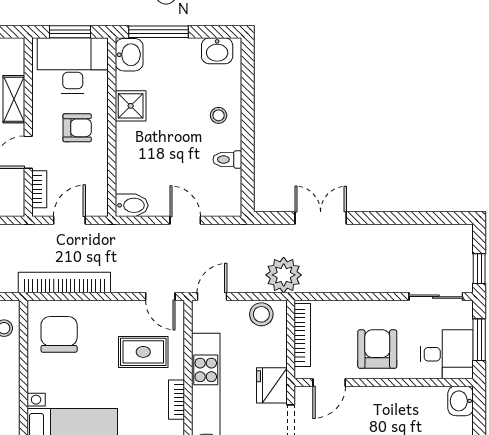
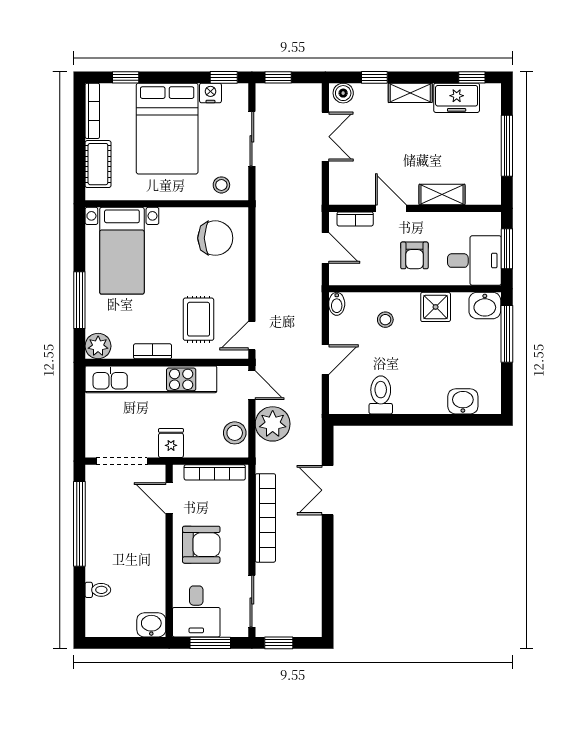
washbasin: (217, 51) -> (463, 401), moved, turned 90
desk: (73, 65) -> (474, 261), width x0.73
stool: (219, 115) -> (385, 320), moved
toilet: (227, 159) -> (381, 395), width x1.37, depth x1.39
bidet: (132, 205) -> (337, 304), width x0.72, depth x0.74
double door: (321, 218) -> (328, 490), swing flipped
plant: (284, 275) -> (273, 424), moved
bookcase: (64, 283) -> (265, 518), moved
fridge: (272, 385) -> (171, 443), width x0.72

